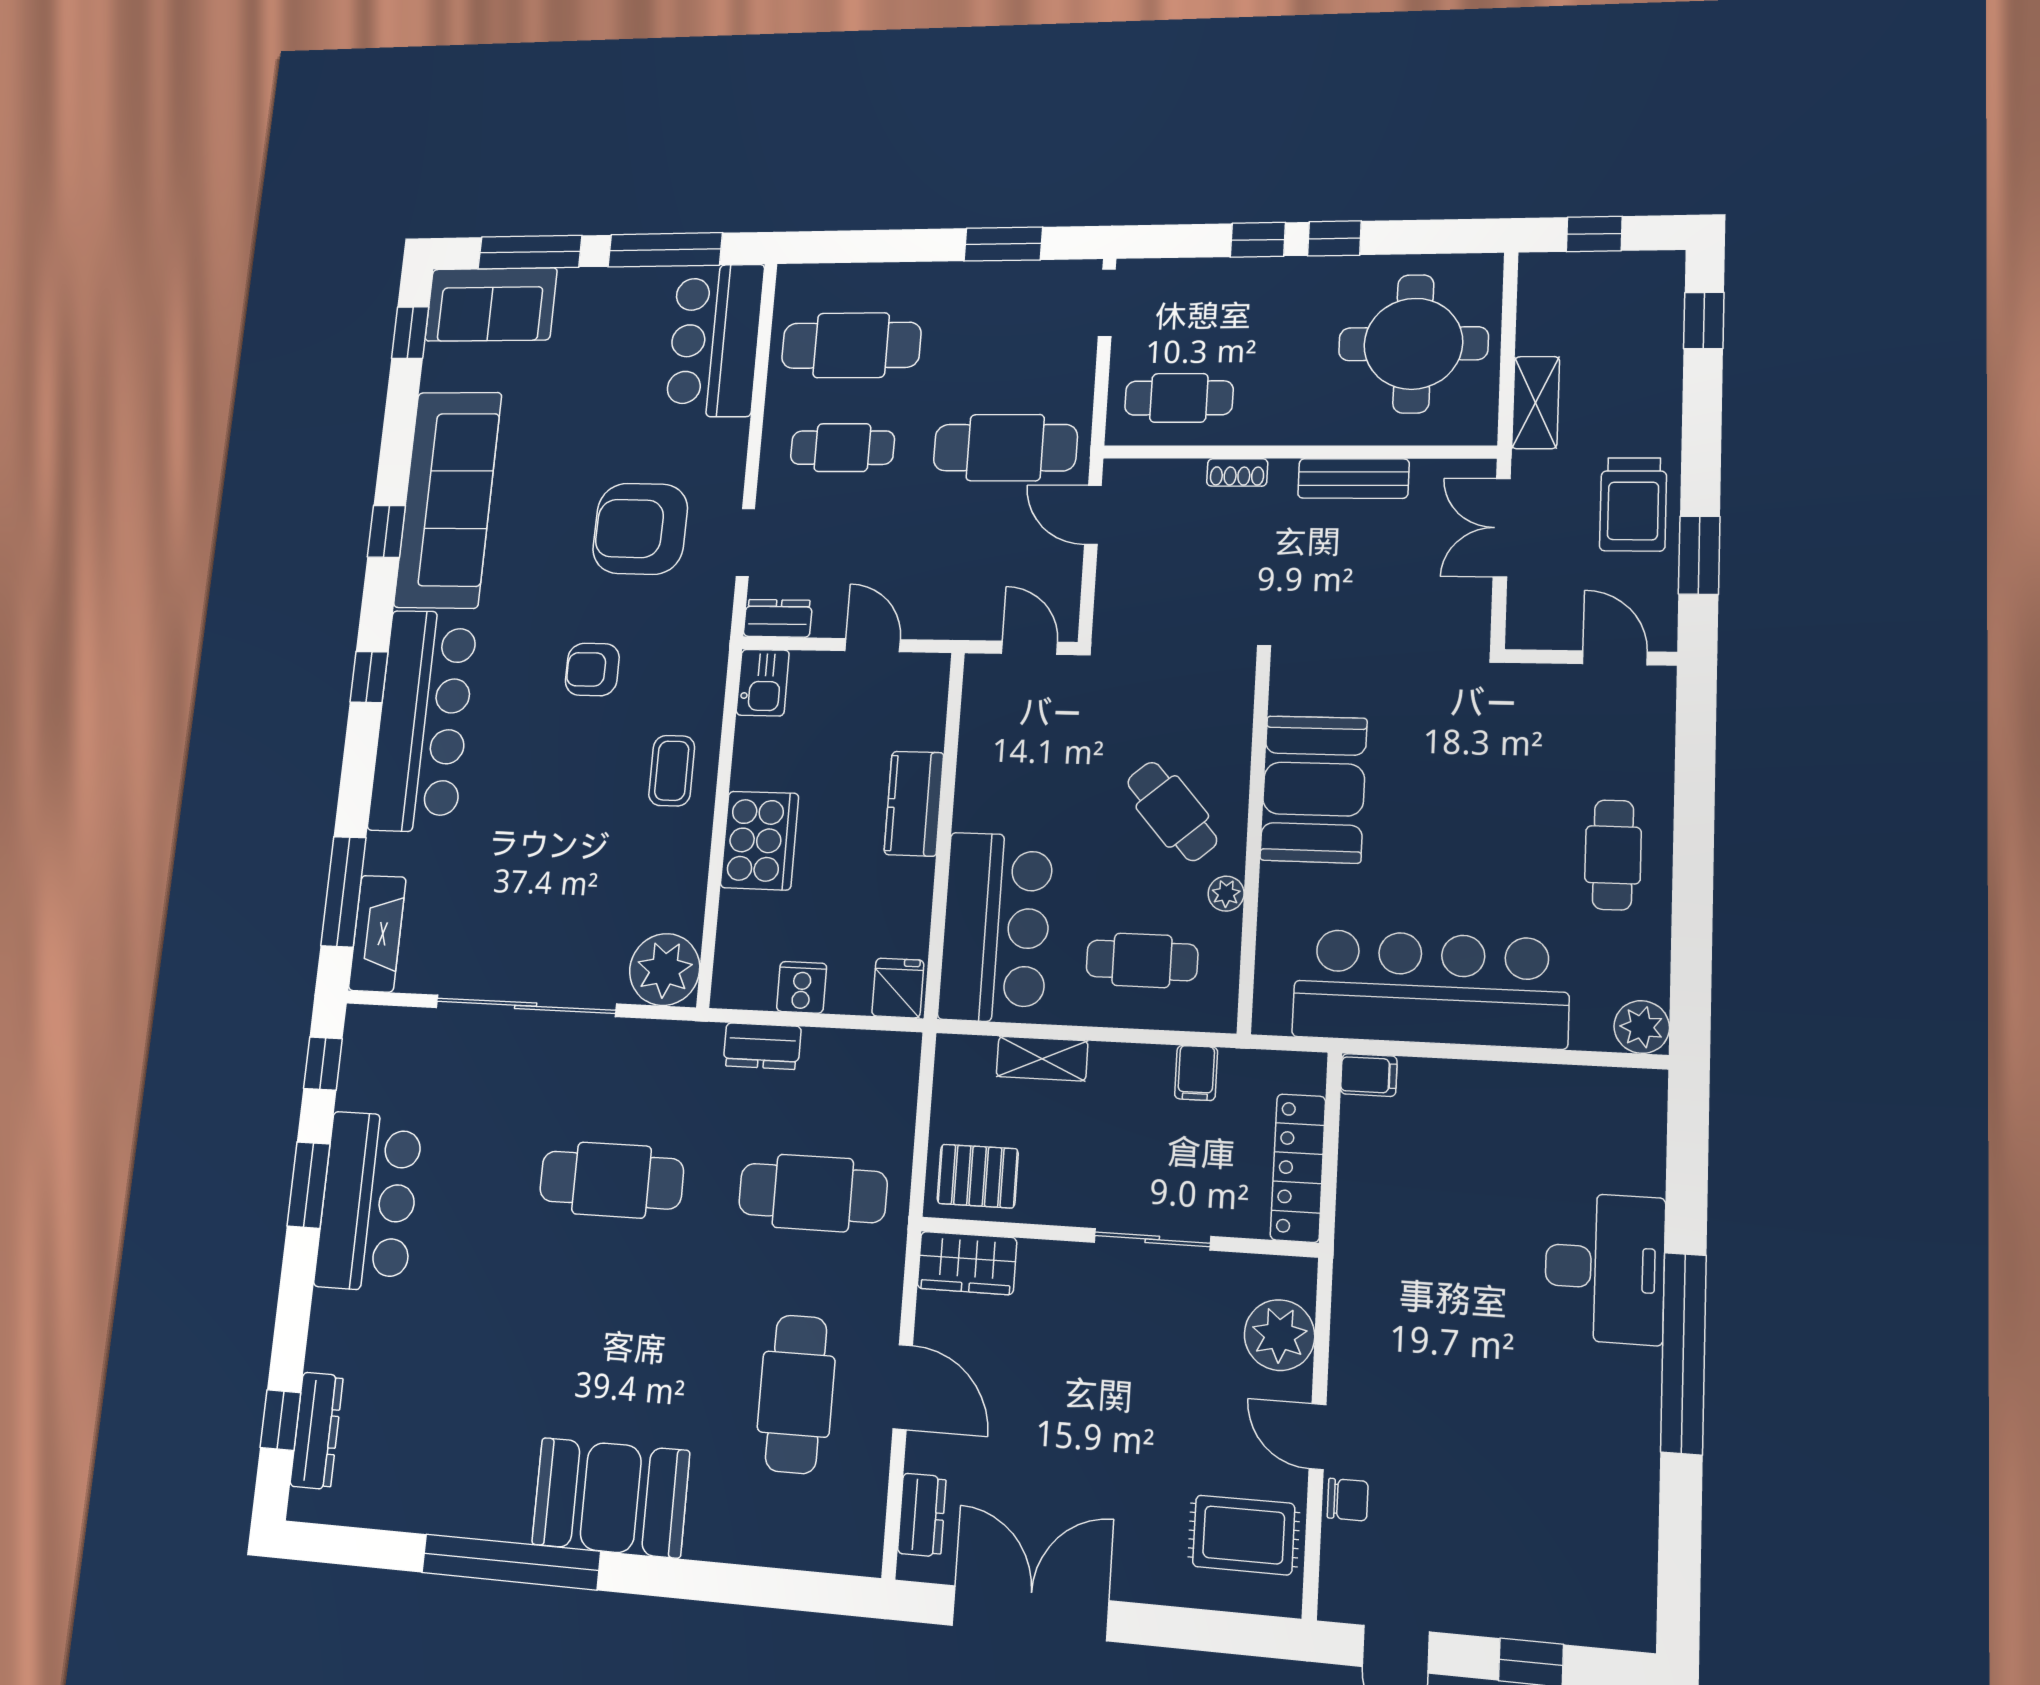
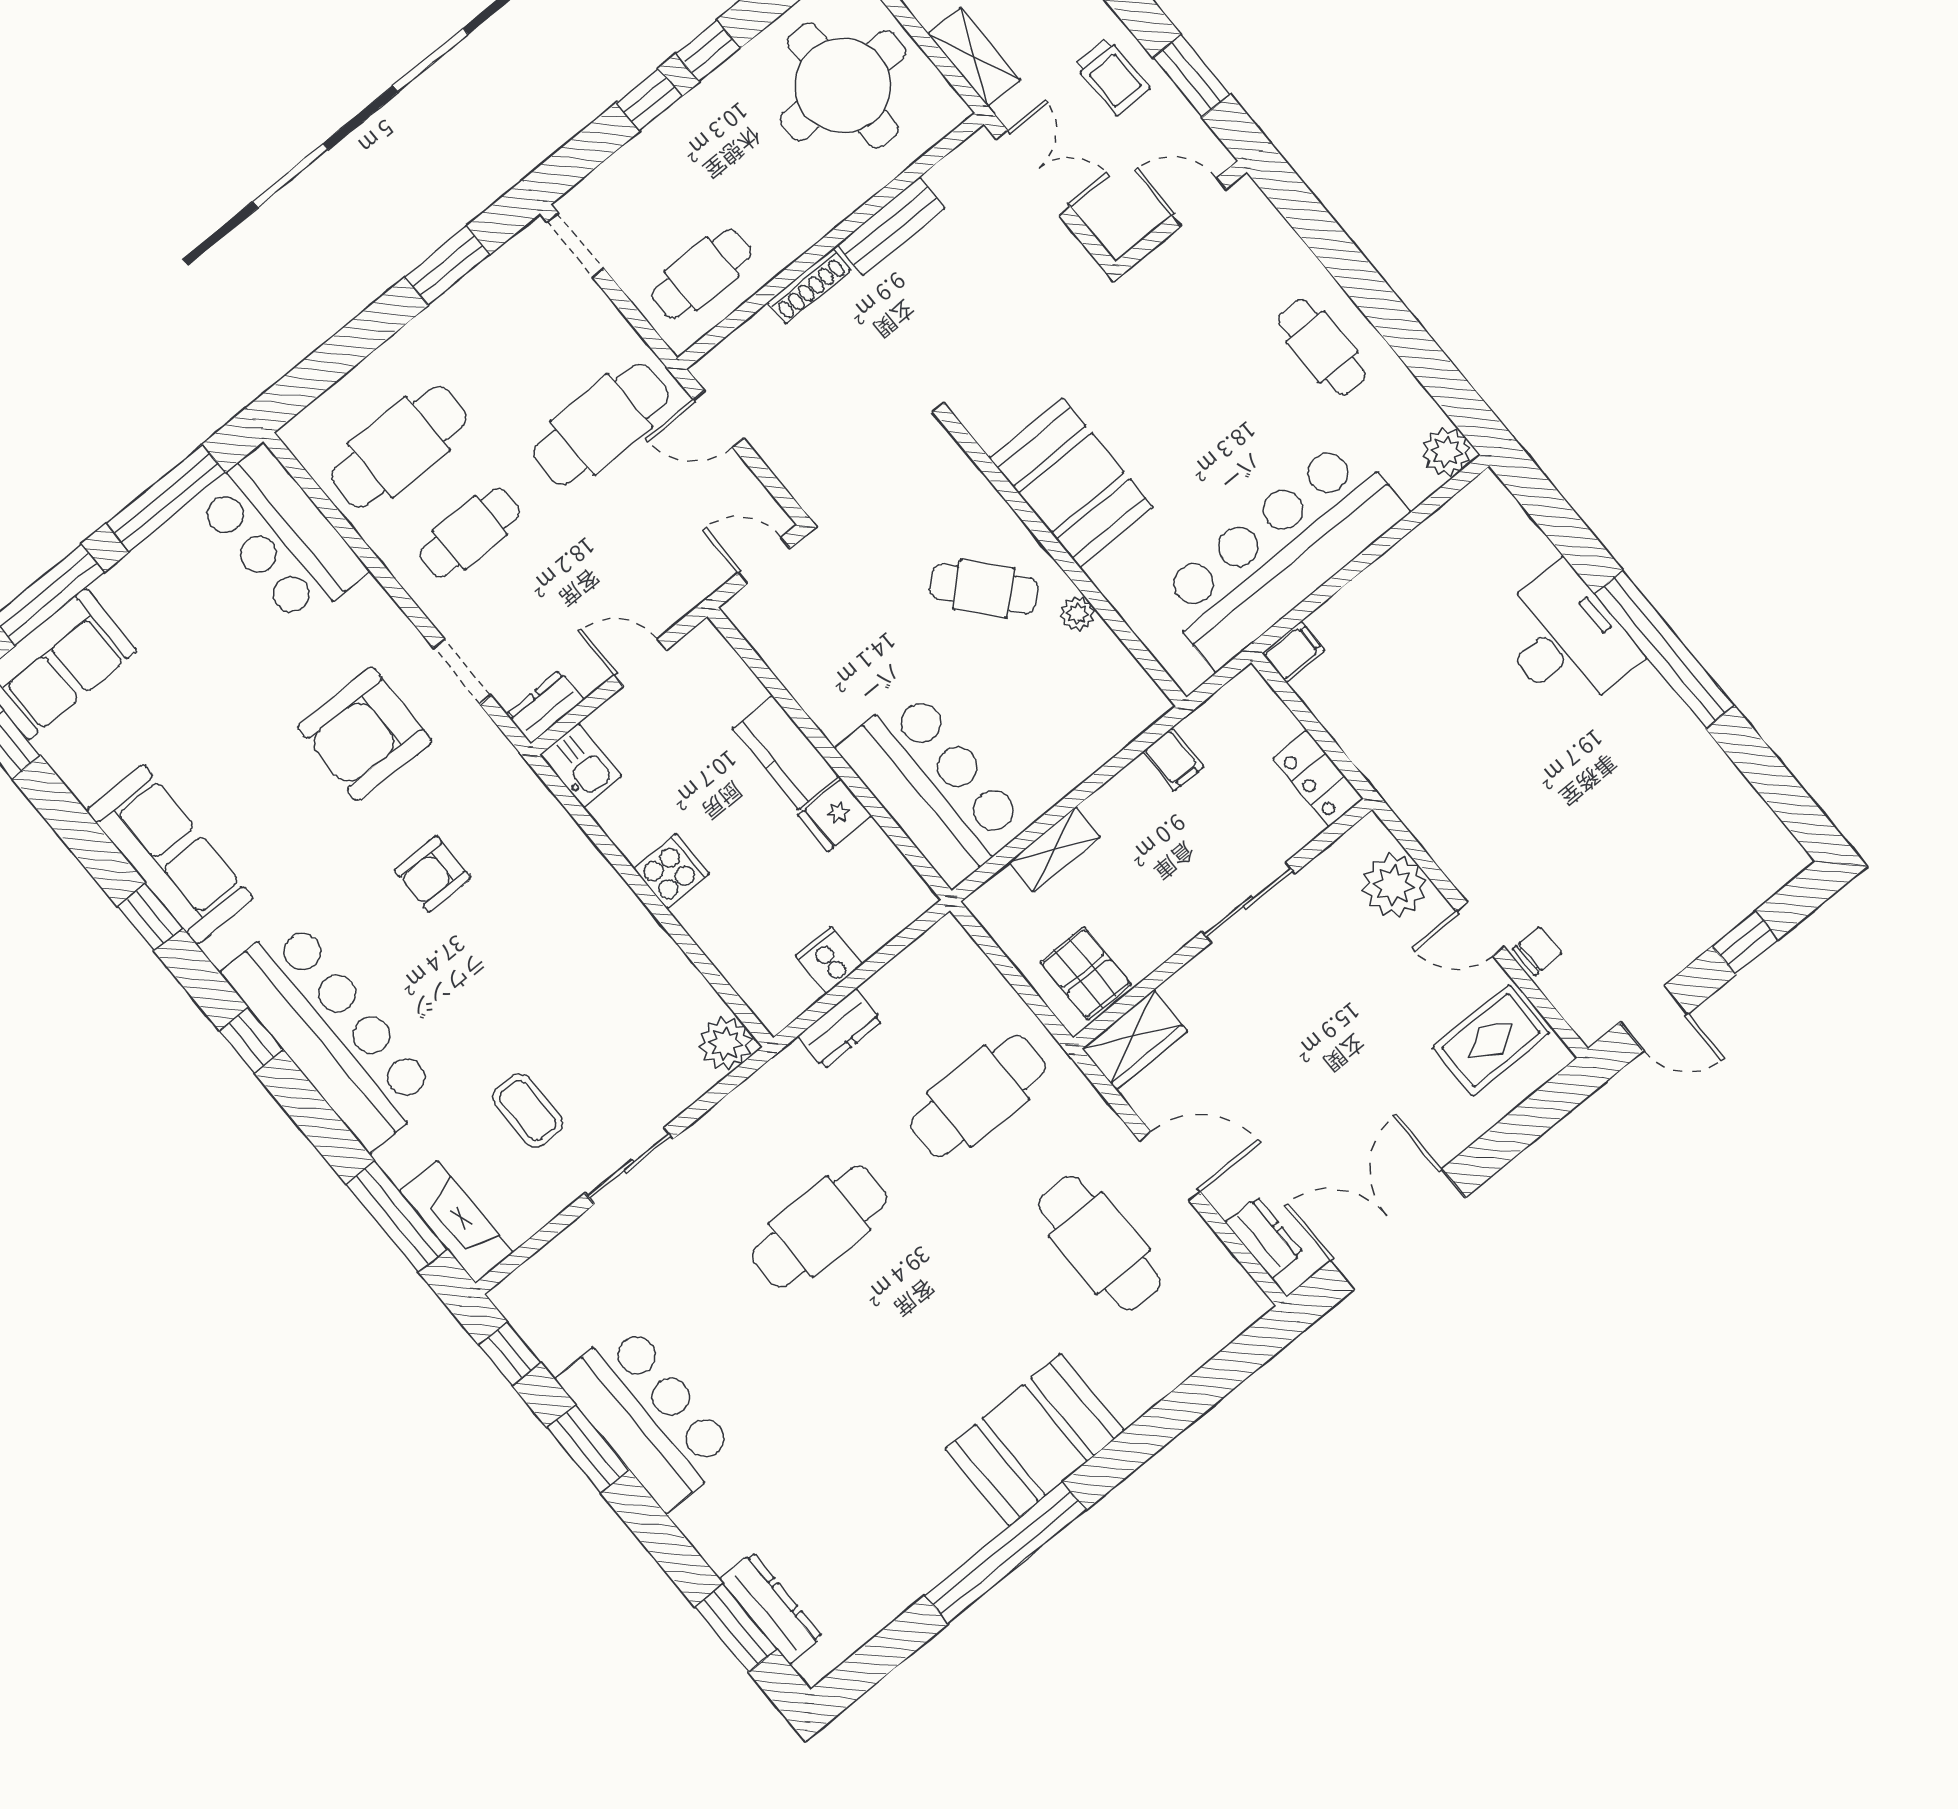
shoe rack: (1237, 472) -> (809, 286), width x1.43
sofa: (448, 499) -> (170, 854), width x0.74, depth x0.79
trolley: (1633, 504) -> (1112, 77), width x0.73, depth x0.72
double door: (1502, 528) -> (1033, 173), swing flipped
coffee table: (672, 771) -> (528, 1110), moved
cooker: (760, 841) -> (672, 871), width x0.53, depth x0.76
cafe table: (1142, 960) -> (1061, 715), removed
plant: (665, 970) -> (725, 1043), width x0.73, depth x0.73
fridge: (898, 988) -> (835, 816), moved, turned -90
sliding door: (526, 1006) -> (629, 1166), width x0.54
locker: (1298, 1168) -> (1318, 779), width x0.66
pallet: (978, 1176) -> (1086, 973), turned 90
window: (280, 1420) -> (736, 1628), width x1.50

